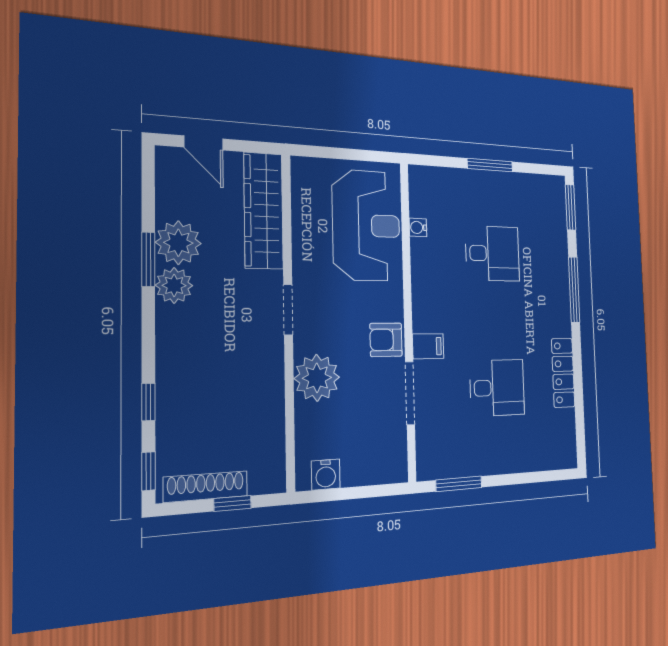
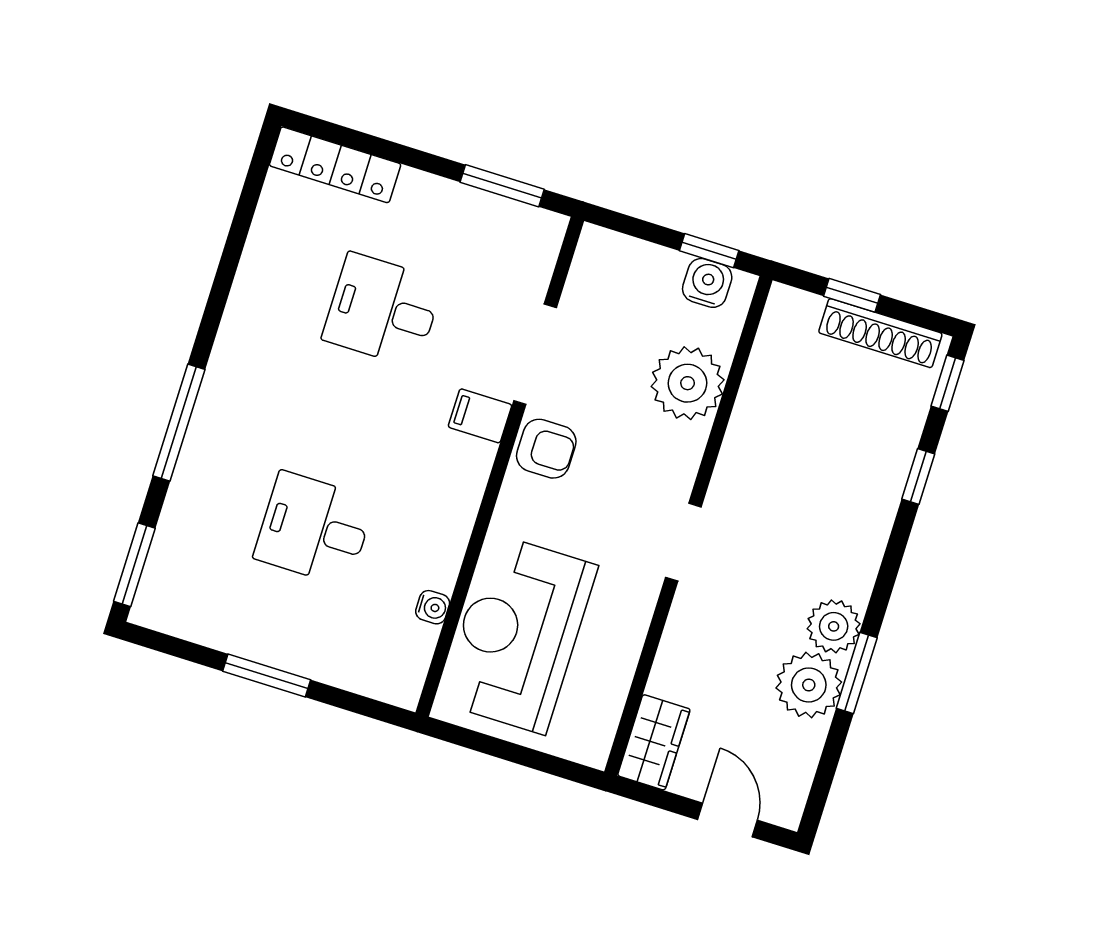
wardrobe: (264, 211) -> (654, 742), width x0.48, depth x0.85
locker: (563, 373) -> (335, 165), moved, turned 90
plant: (317, 378) -> (688, 383), moved
window: (331, 495) -> (709, 251), added

